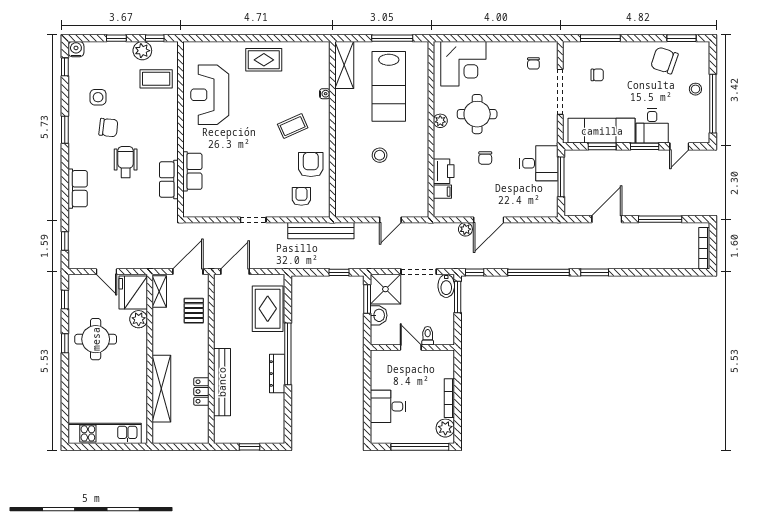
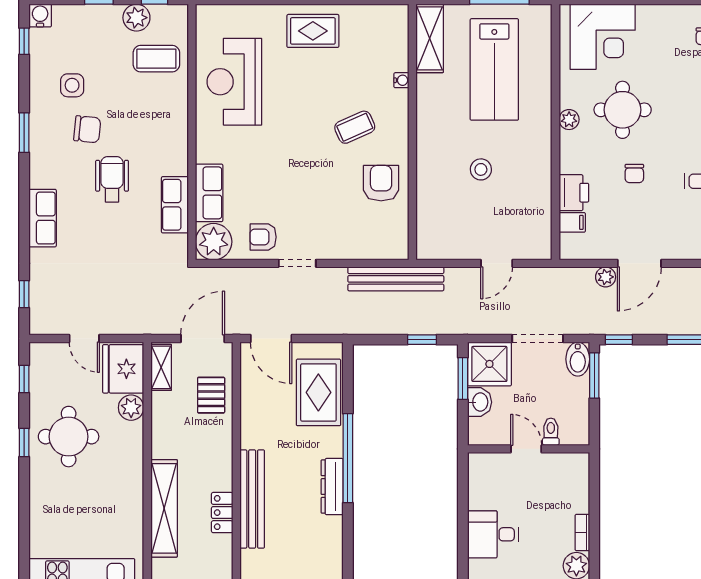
armchair: (301, 196) -> (263, 237), moved, turned -90
plant: (195, 205) -> (214, 242), added
door: (235, 272) -> (271, 339), swing flipped
bookcase: (449, 398) -> (582, 533), width x0.64

